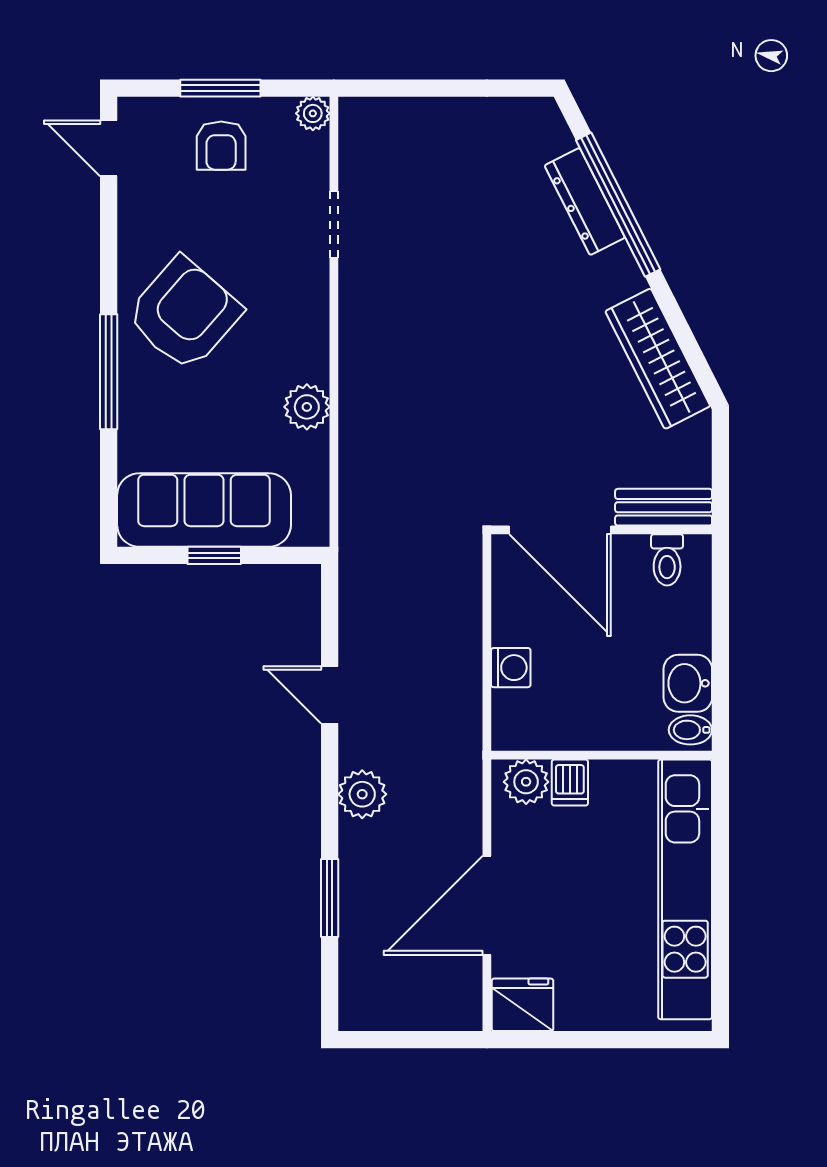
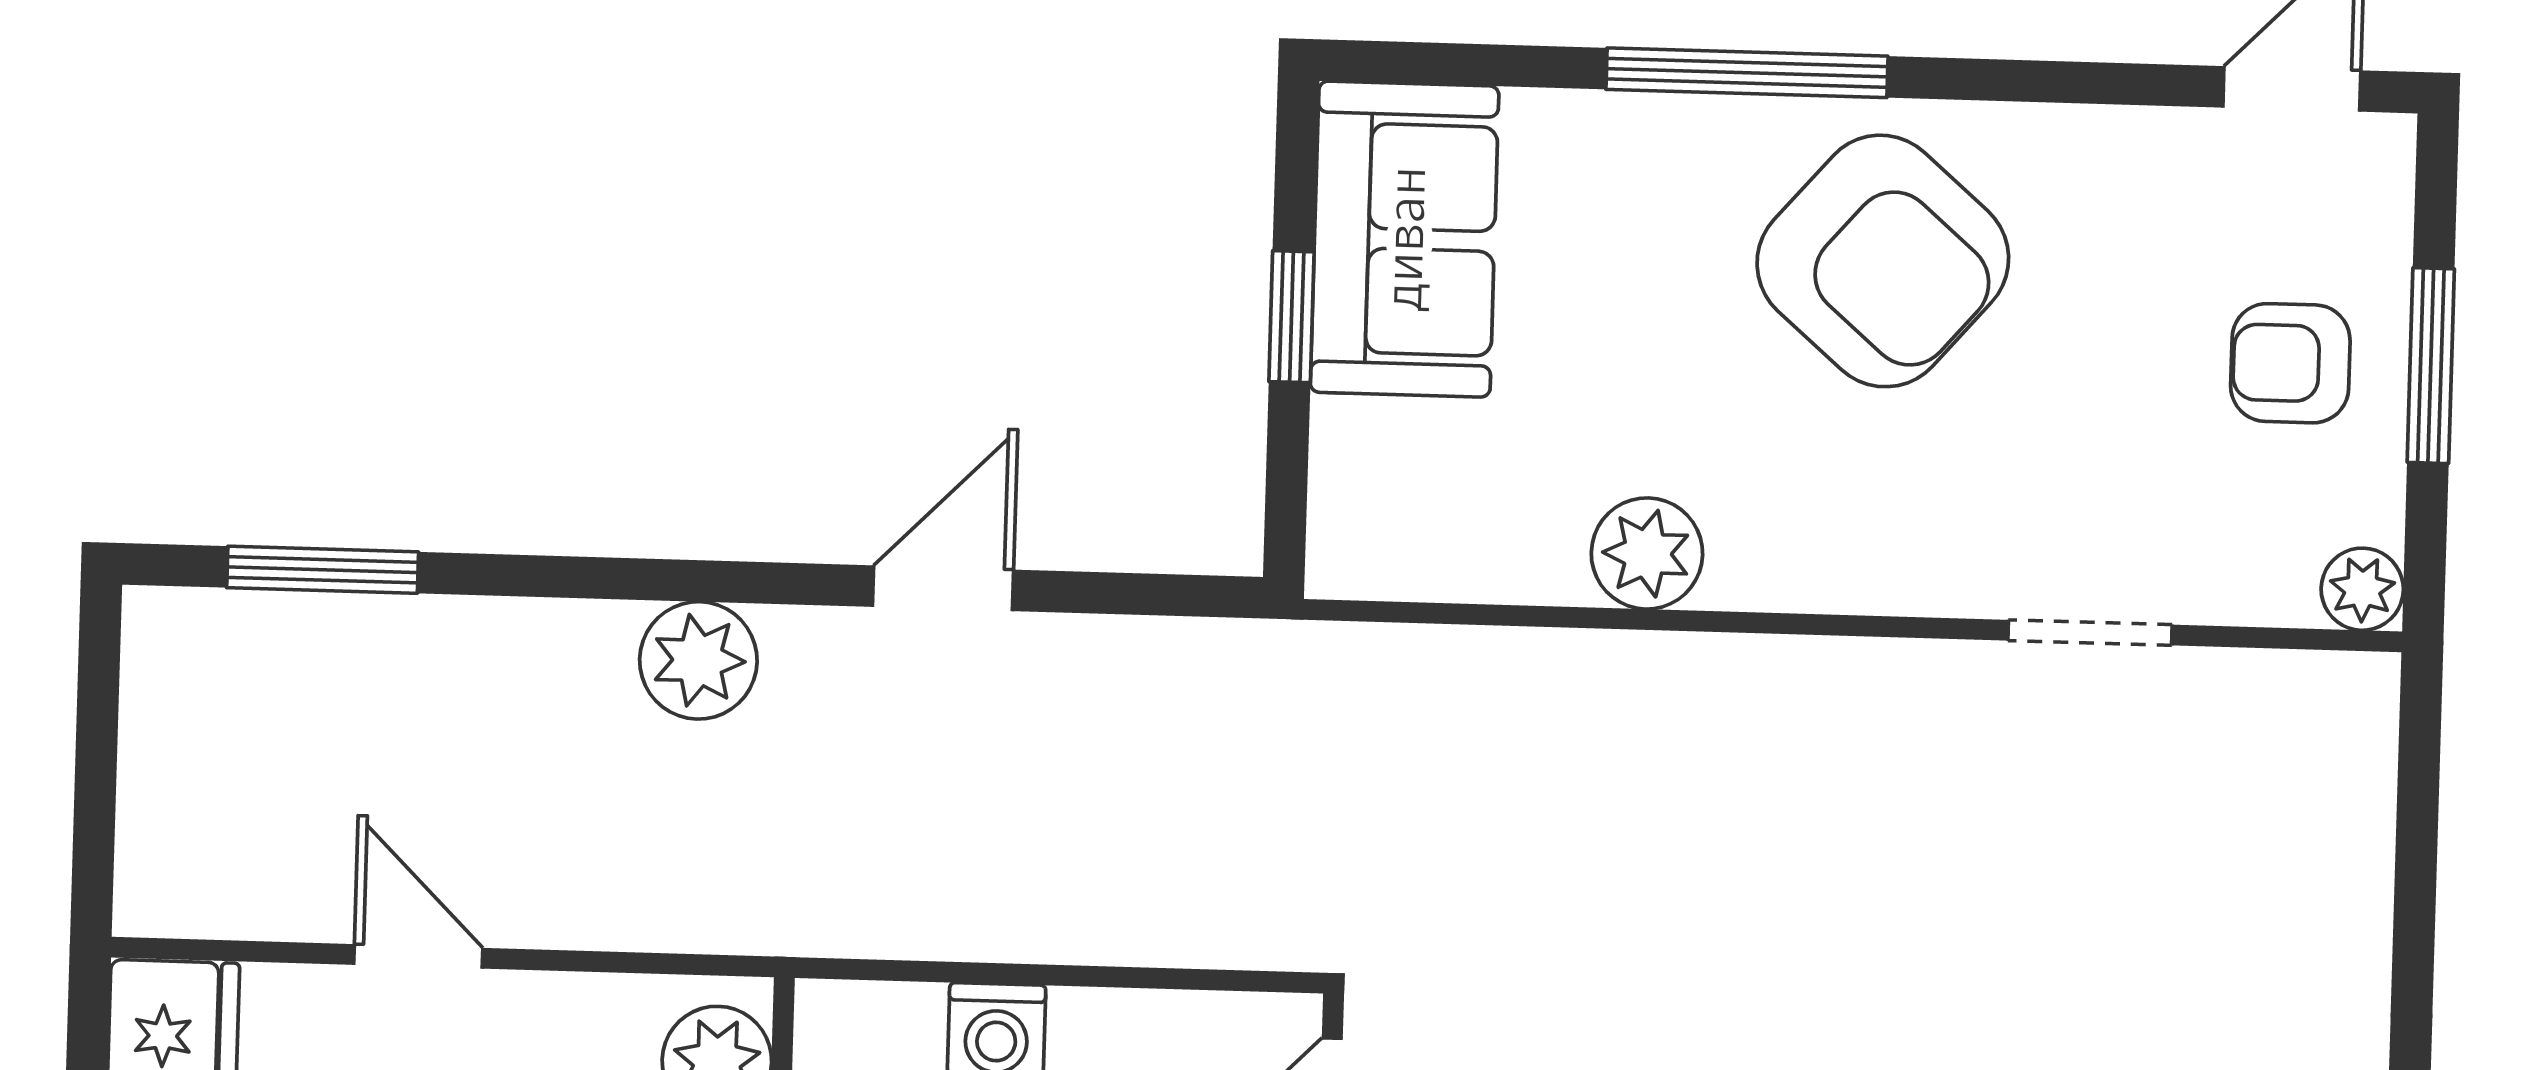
sofa: (204, 510) -> (1405, 239), width x0.73
window: (330, 898) -> (323, 570), moved
door: (487, 905) -> (418, 956), width x0.53

